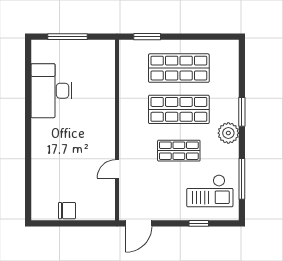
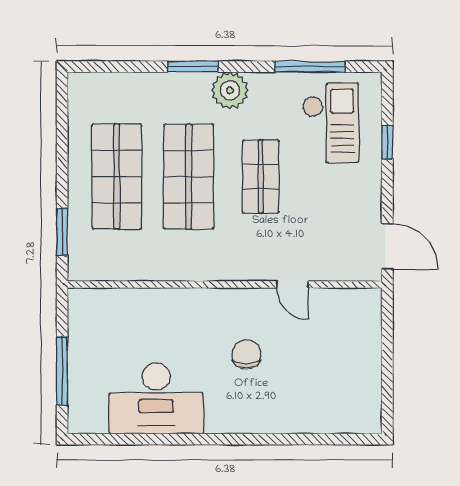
chair: (67, 211) -> (247, 354), moved

